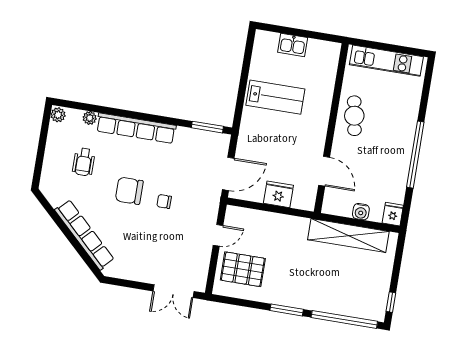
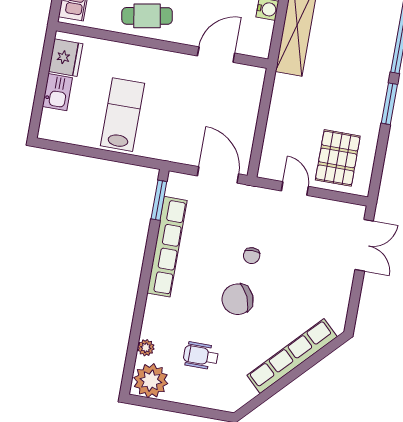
plant: (58, 115) -> (151, 381), width x1.88, depth x1.88
row of seats: (136, 128) -> (167, 247), moved
wheelchair: (84, 162) -> (201, 356), turned 180
chair: (129, 191) -> (238, 299), turned 66
fridge: (278, 194) -> (66, 58), moved, turned 180

